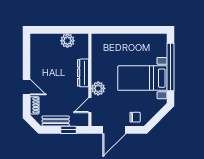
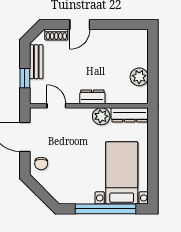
dresser: (97, 48) -> (130, 115), added
dresser: (83, 73) -> (92, 97), width x0.70
bed with nightstands: (142, 78) -> (122, 173), moved
plant: (98, 88) -> (101, 116), moved

